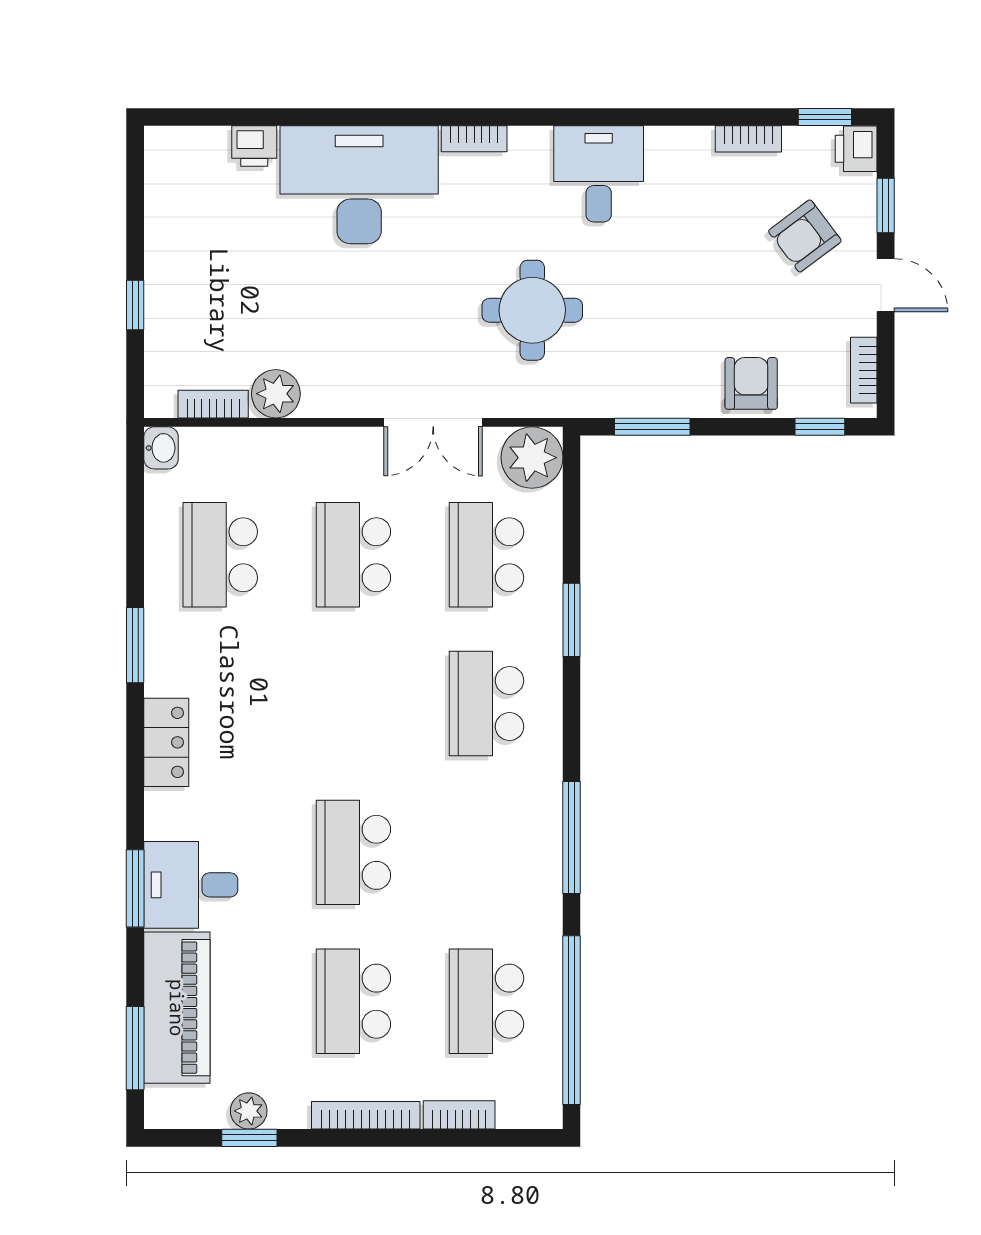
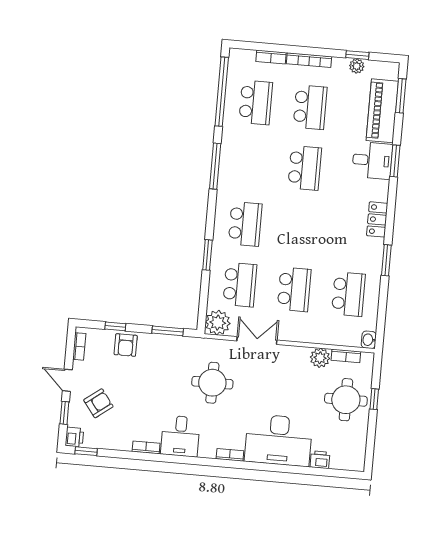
bookcase: (748, 139) -> (146, 447), moved
round table: (204, 297) -> (346, 400), added
window: (820, 427) -> (115, 326), moved

